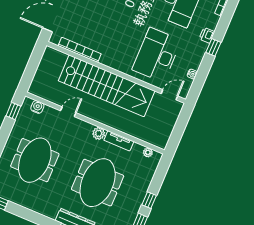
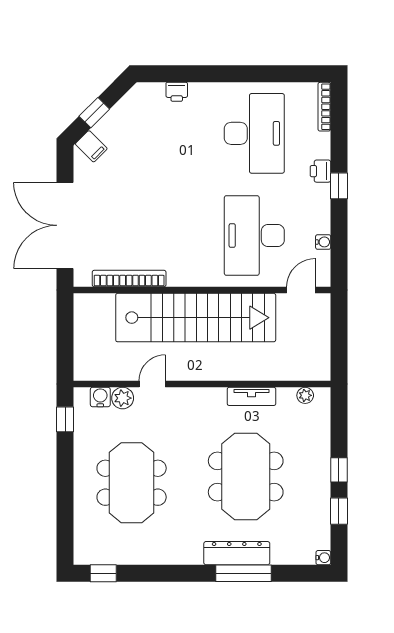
plant: (99, 133) -> (123, 398), moved

